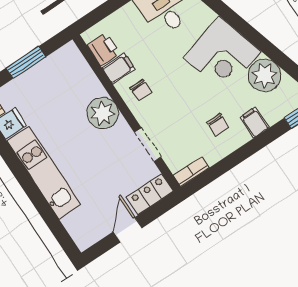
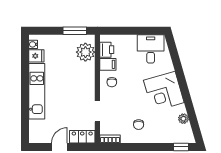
window: (26, 62) -> (75, 31), moved
plant: (265, 75) -> (183, 119), width x0.53, depth x0.53
plant: (103, 113) -> (85, 52), moved
filing cabinet: (255, 122) -> (157, 136), removed

